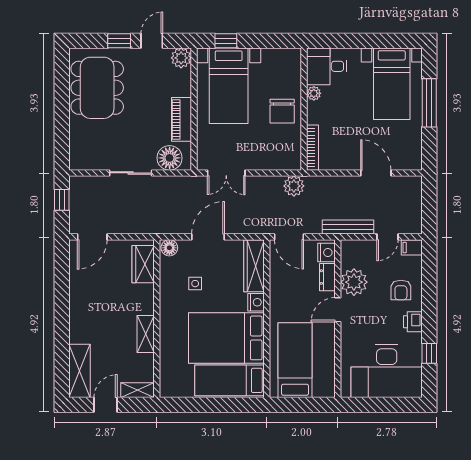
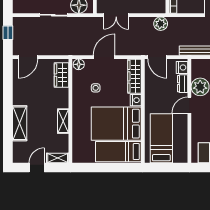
shelving: (79, 371) -> (20, 123), moved

